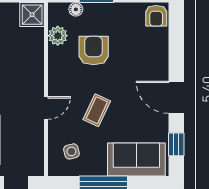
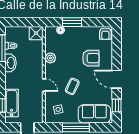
plant: (58, 36) -> (50, 58), moved
armchair: (94, 51) -> (91, 58), moved, turned 90
door: (46, 108) -> (44, 85), hinge flipped

